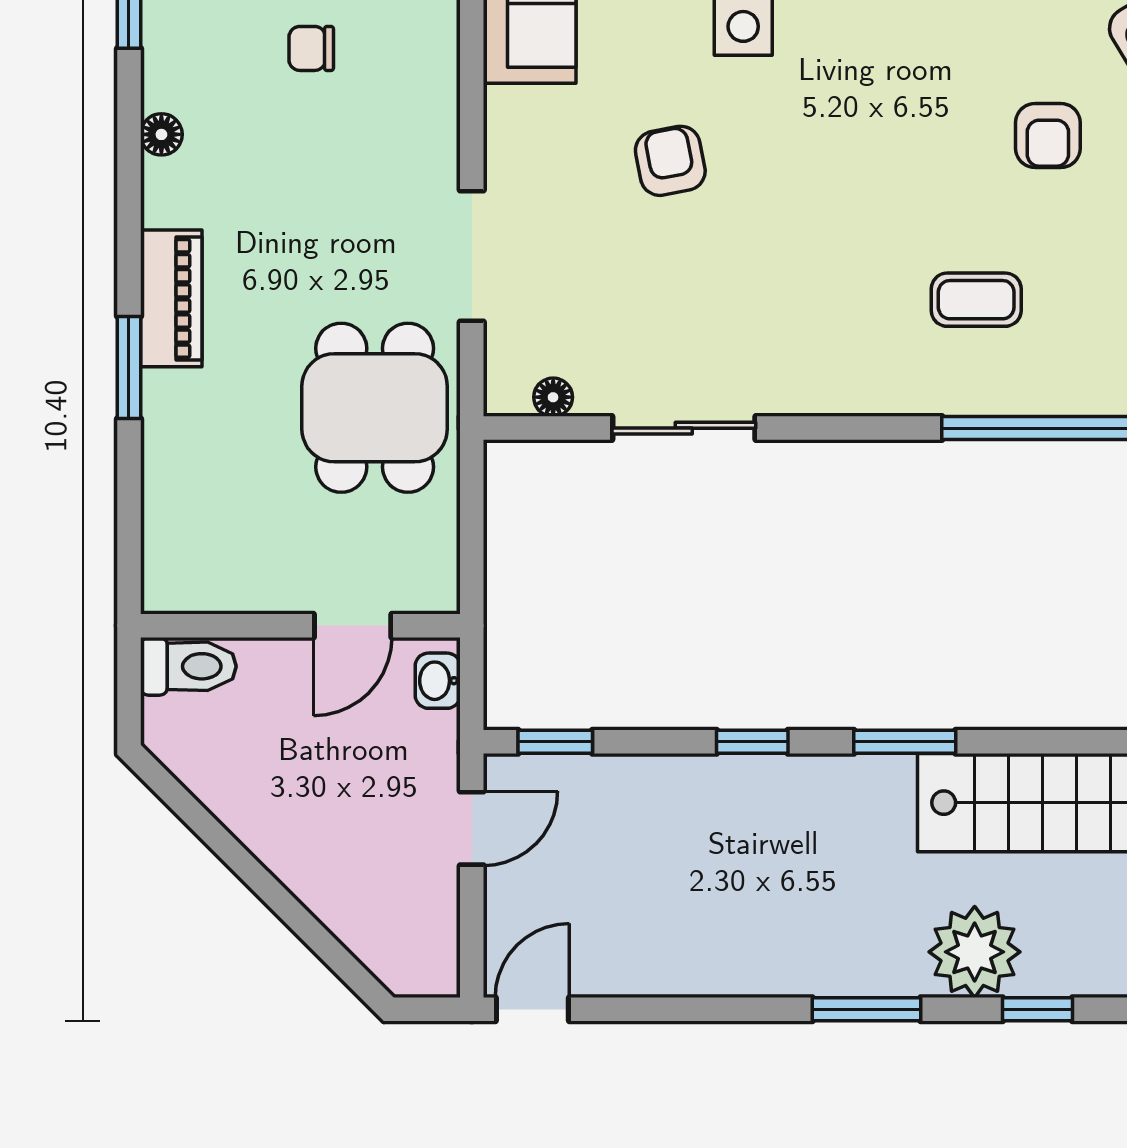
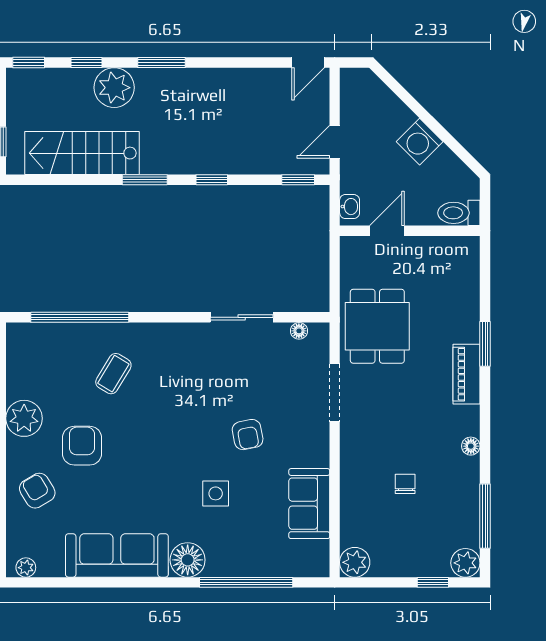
chair: (311, 48) -> (405, 484), turned -90
armchair: (1048, 135) -> (82, 446), width x1.38, depth x1.38
coffee table: (976, 300) -> (113, 374), turned -59
washing machine: (278, 829) -> (420, 142), added

